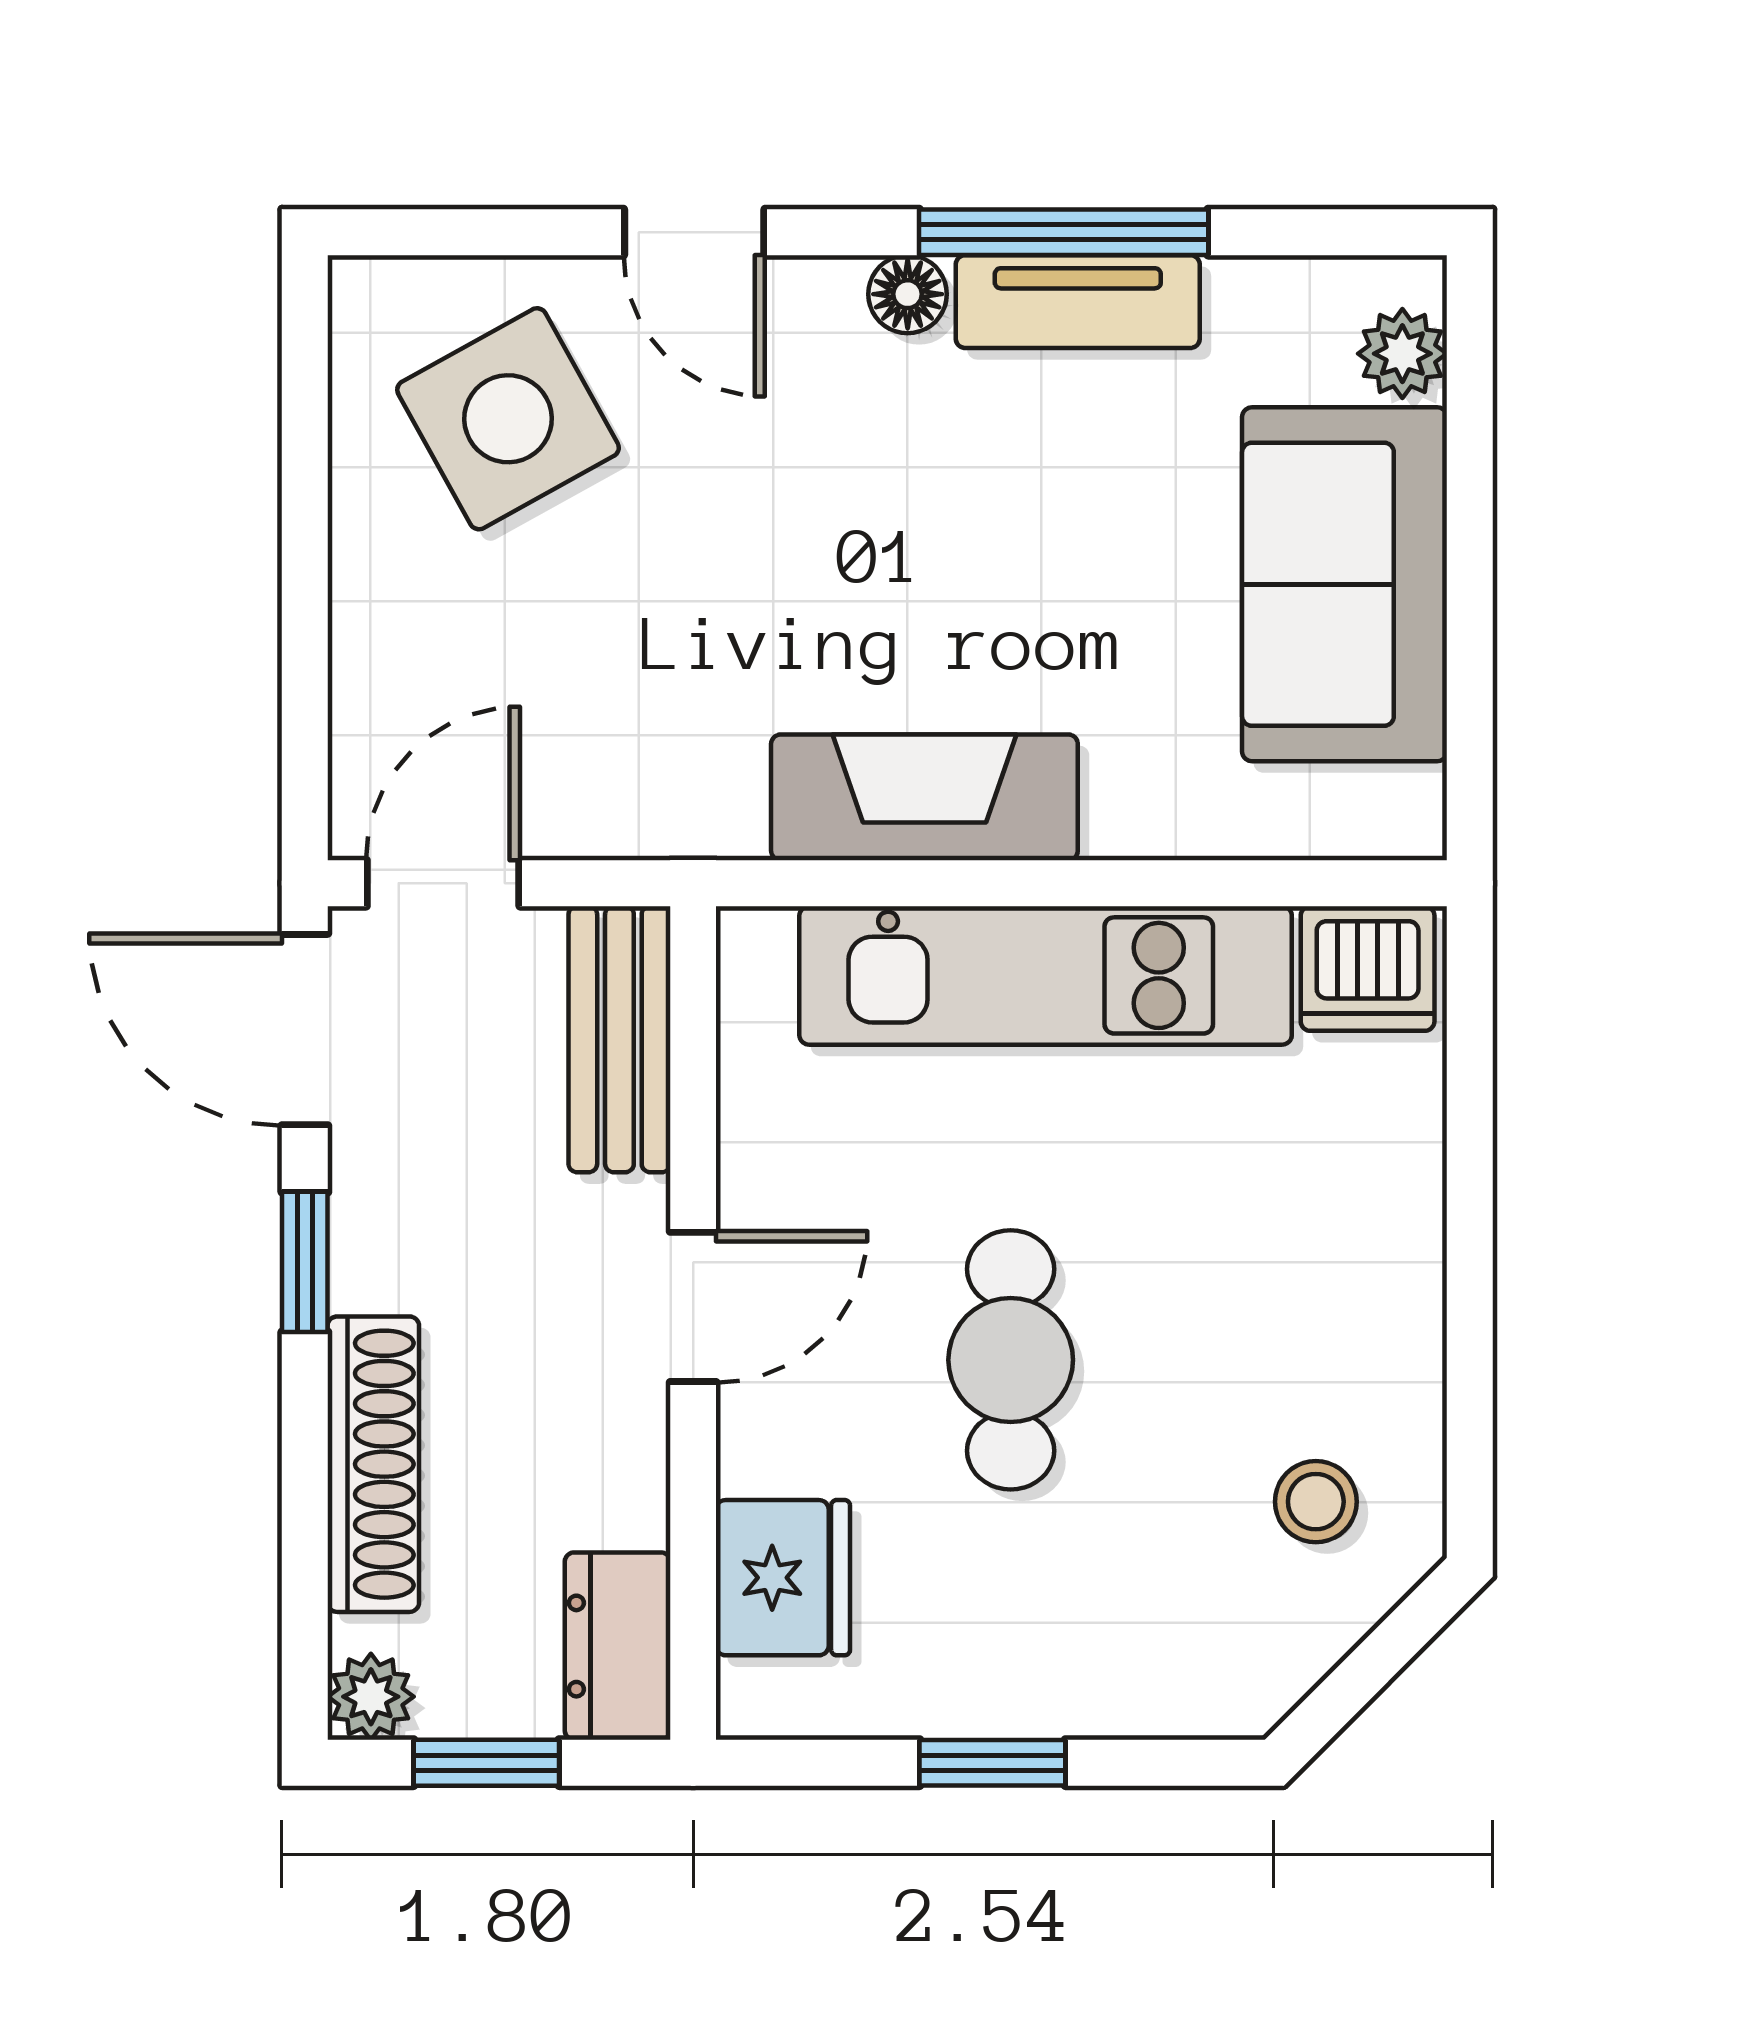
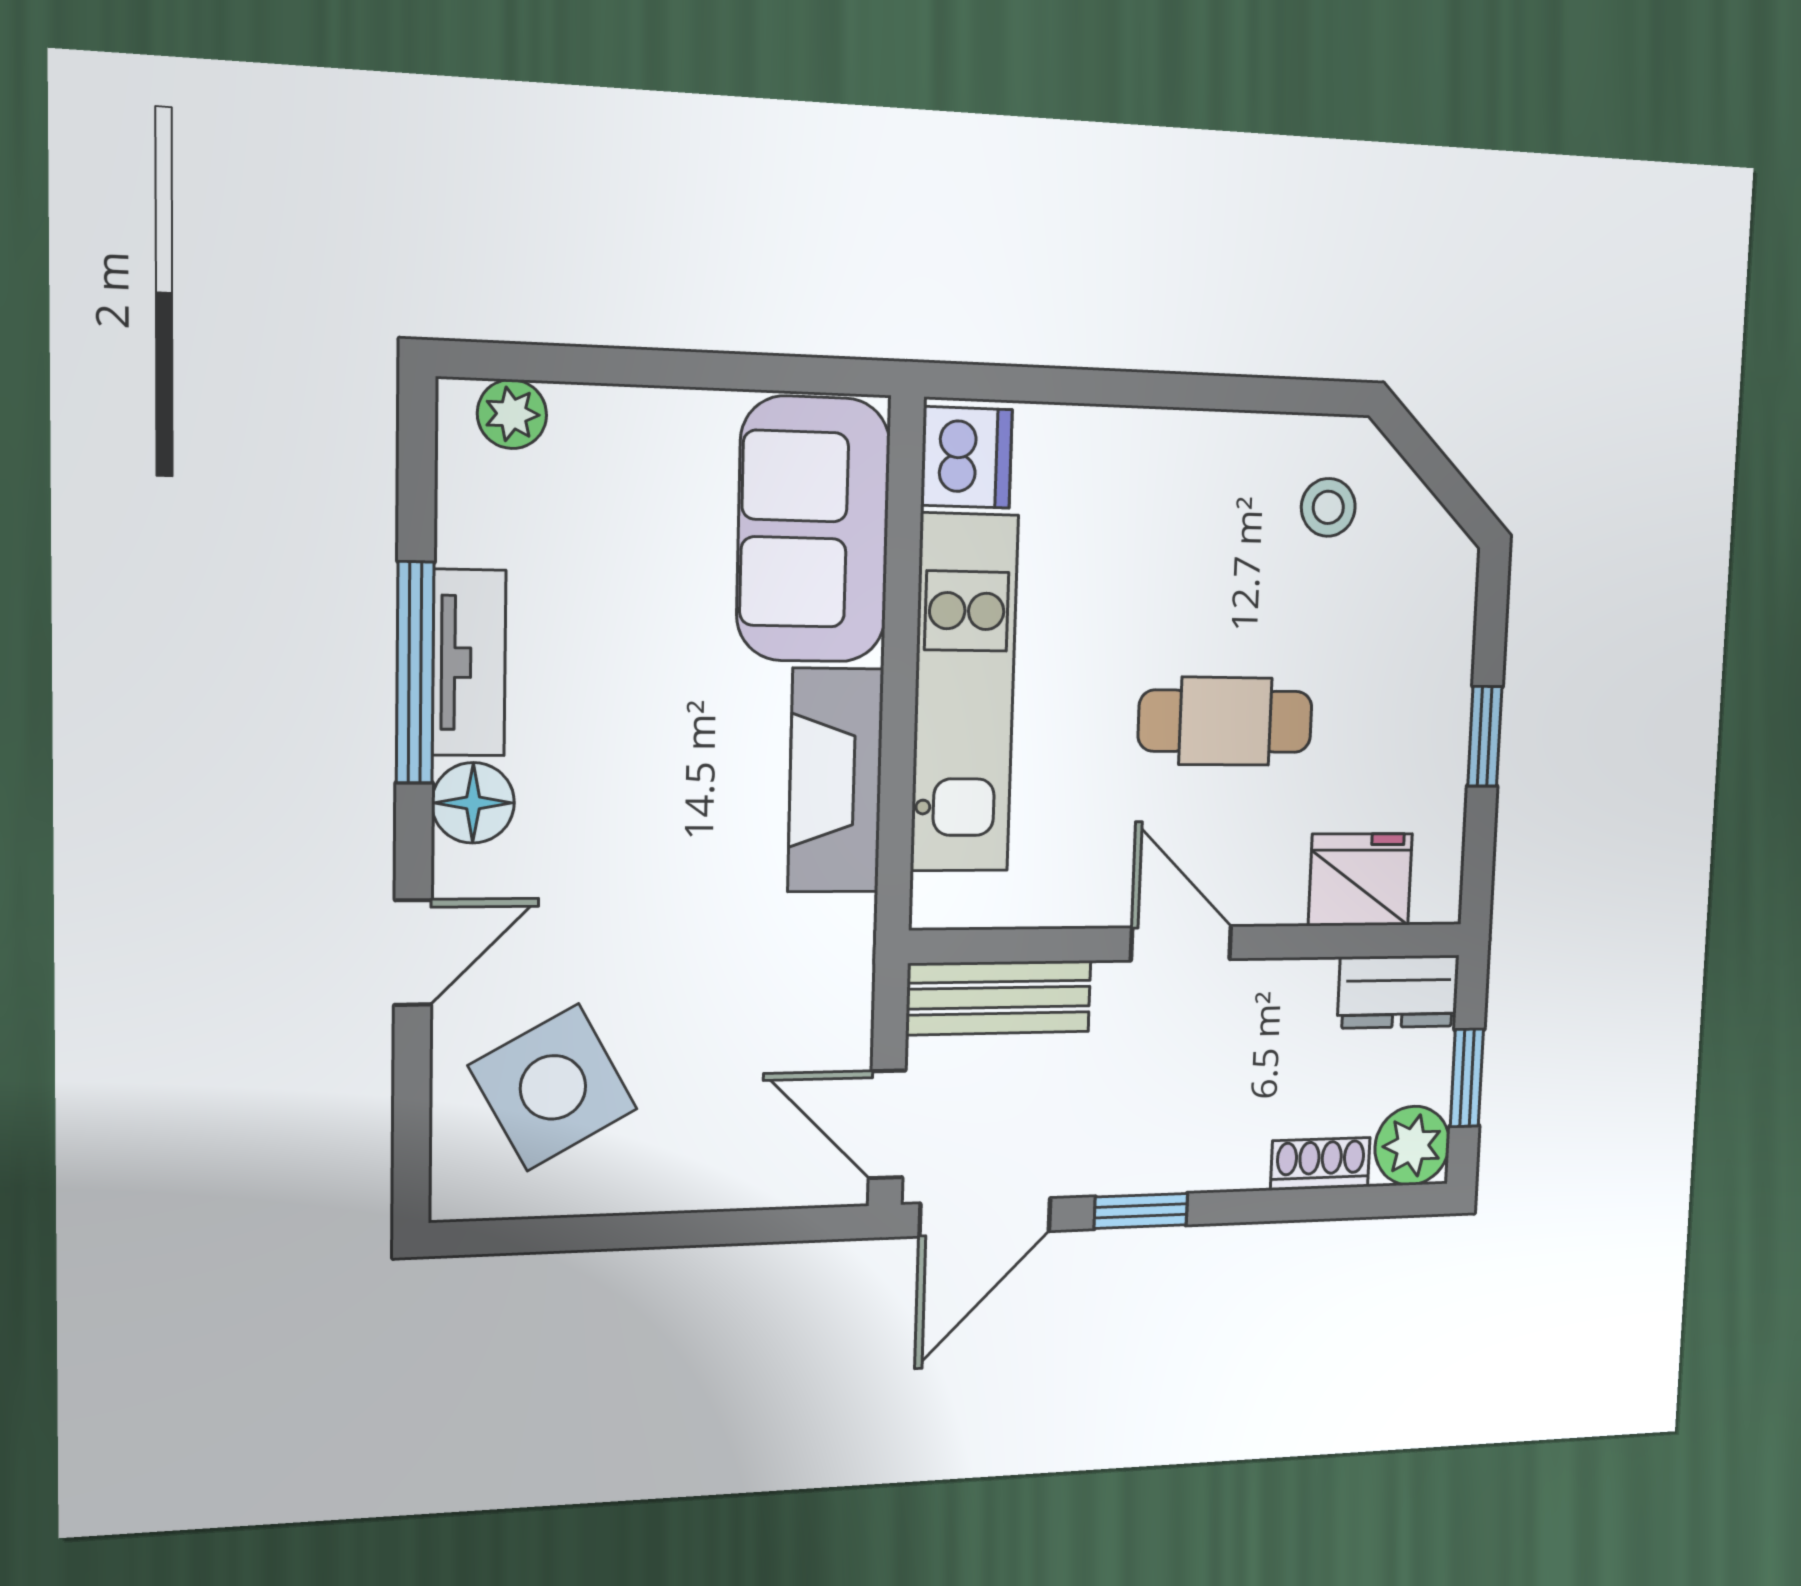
floor lamp: (908, 294) -> (473, 803), width x1.37, depth x1.37
sofa: (1345, 584) -> (813, 530), moved, turned 90
shoe rack: (373, 1464) -> (1320, 1164), width x0.51, depth x0.81
plant: (371, 1697) -> (1412, 1146), width x1.38, depth x1.38

